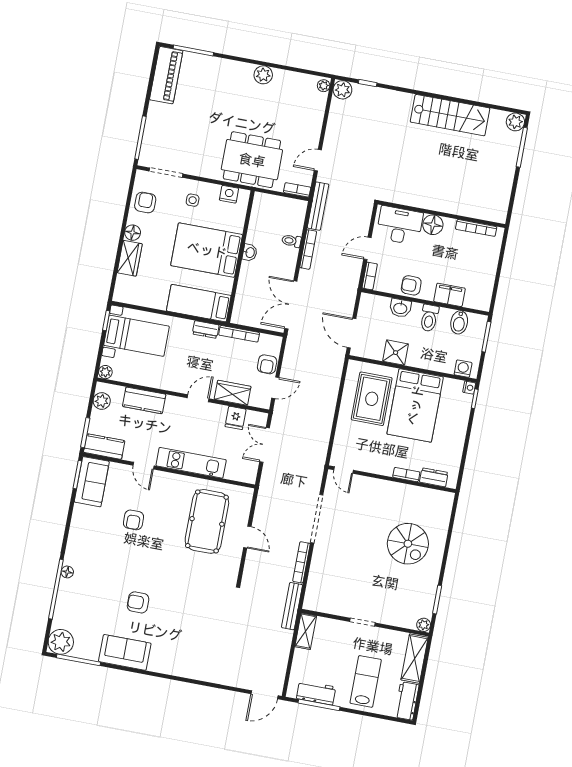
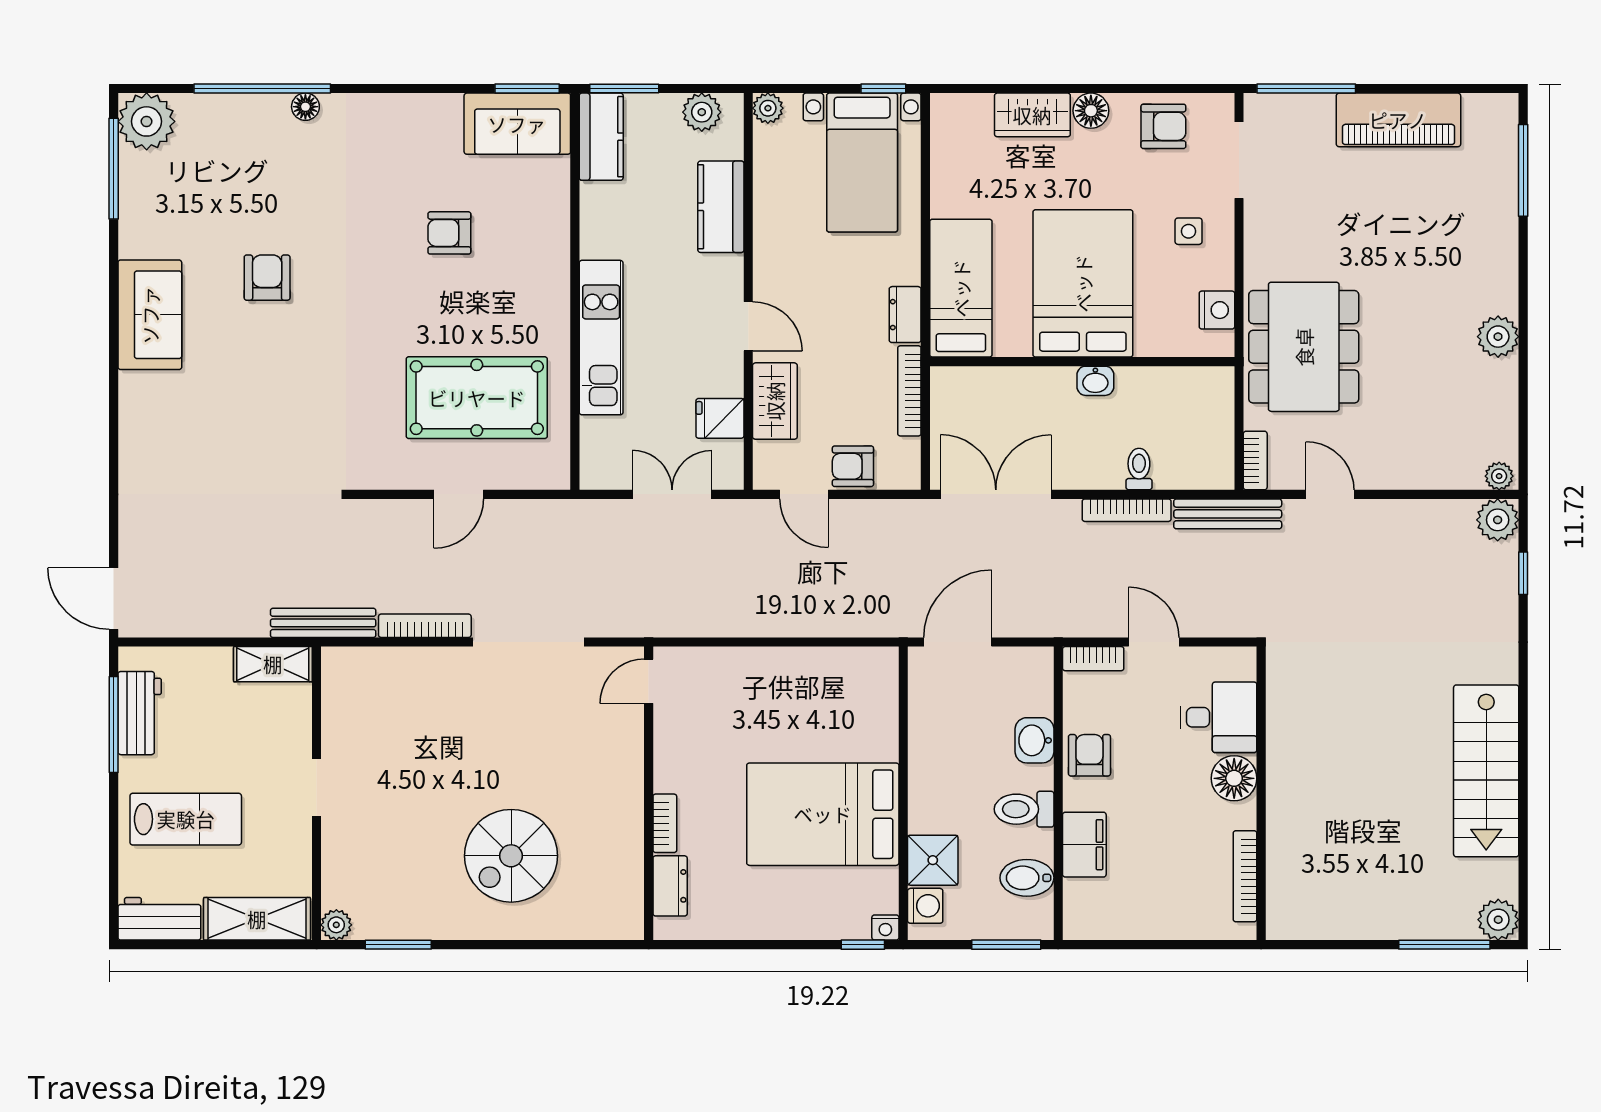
piano: (166, 75) -> (1398, 120), moved
desk: (400, 225) -> (1219, 717), width x0.73
shower: (396, 353) -> (933, 860), moved
rug: (372, 399) -> (820, 714), removed
door: (144, 466) -> (575, 233), removed
sofa: (125, 652) -> (150, 315), moved

